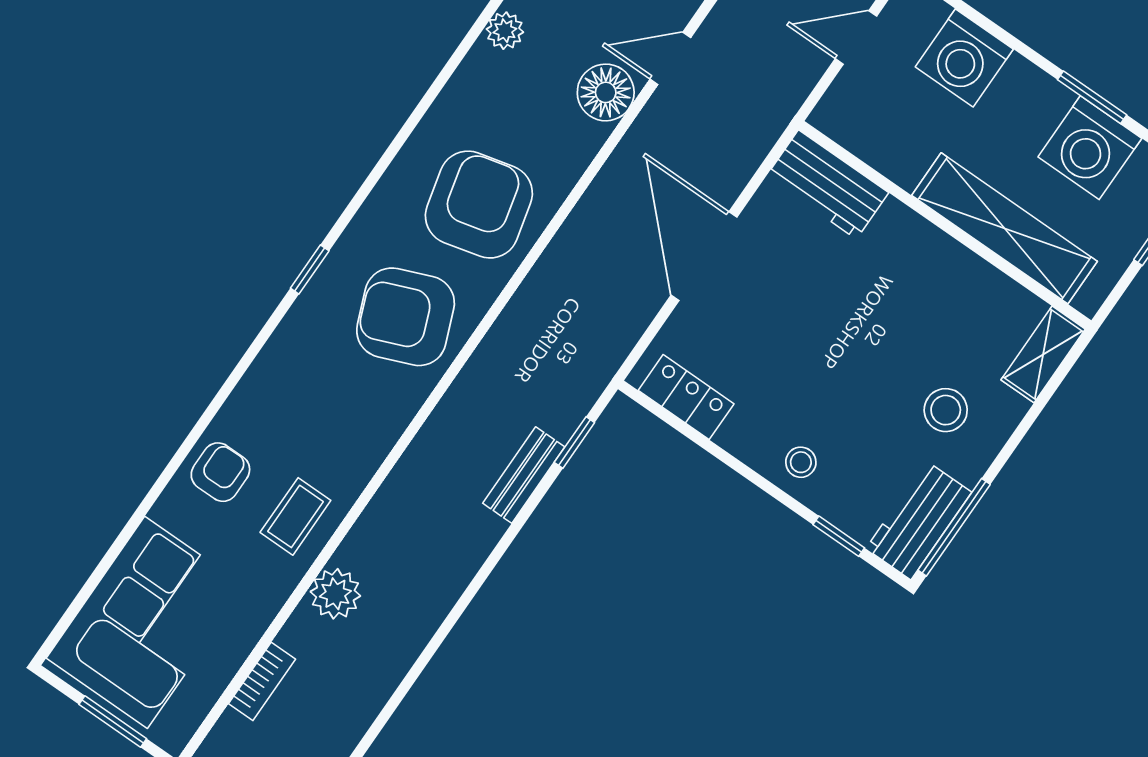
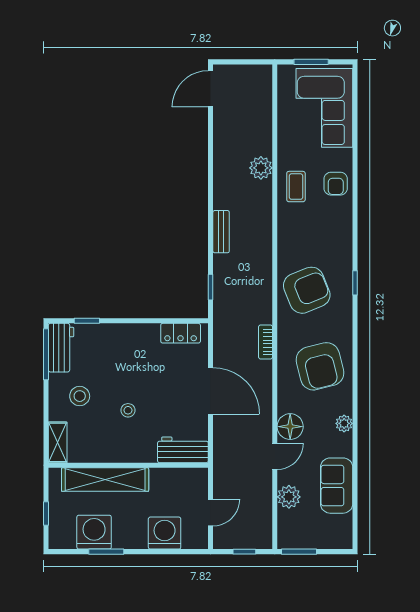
armchair: (479, 205) -> (320, 366), moved
stool: (801, 462) -> (128, 410), moved
bench: (524, 475) -> (221, 232), moved
bookcase: (262, 681) -> (266, 342), moved

